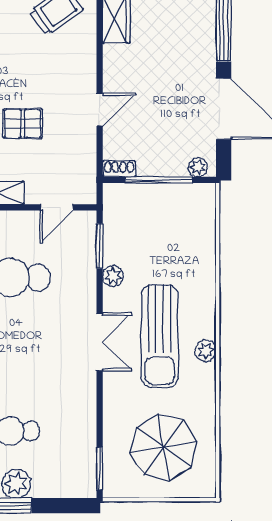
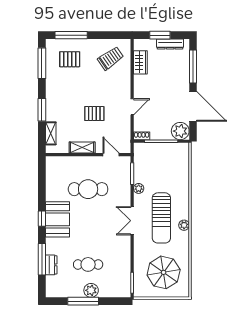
plant: (198, 167) -> (180, 131), width x1.88, depth x1.88
door: (57, 207) -> (111, 155), swing flipped
double door: (100, 342) -> (132, 221), swing flipped

